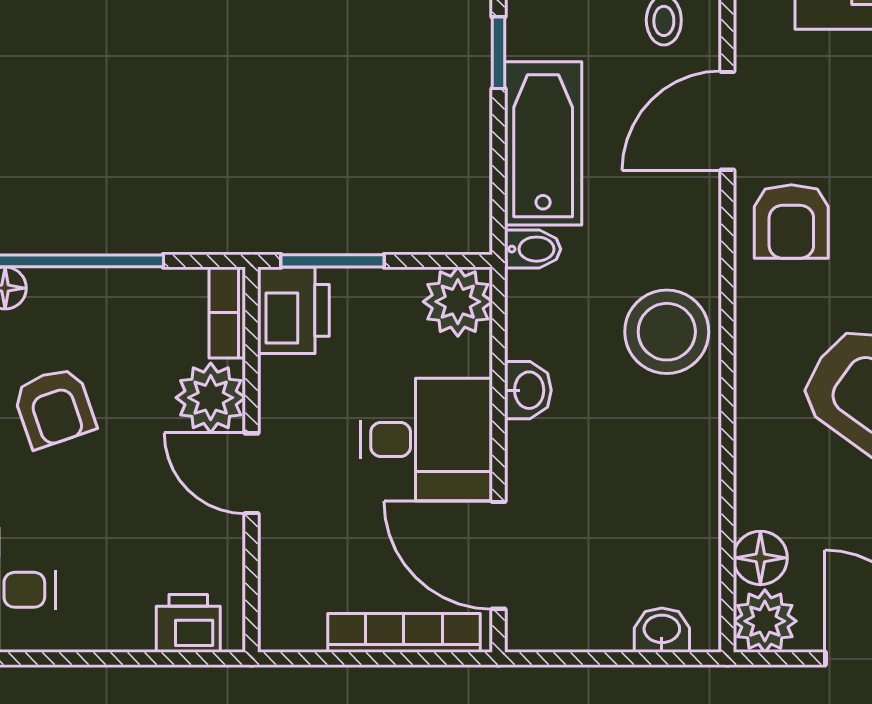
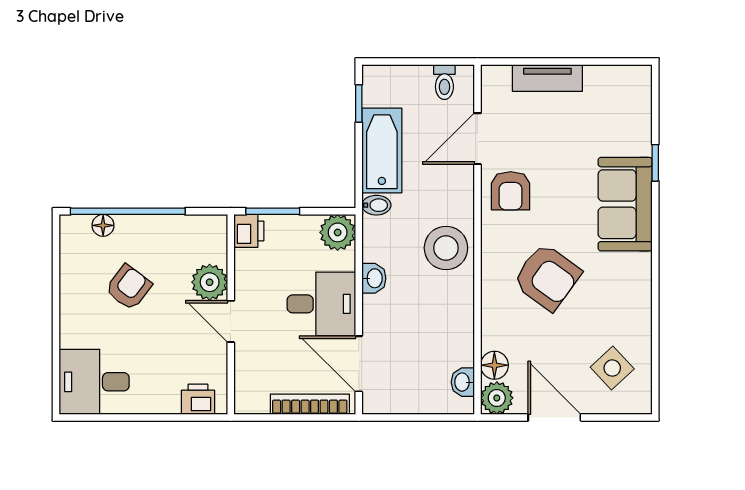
printer: (293, 310) -> (249, 231), width x0.73, depth x0.81
bookcase: (227, 313) -> (218, 238), removed
armchair: (54, 408) -> (128, 287), turned -124
washbasin: (662, 630) -> (463, 382), moved, turned -90

